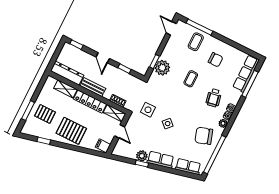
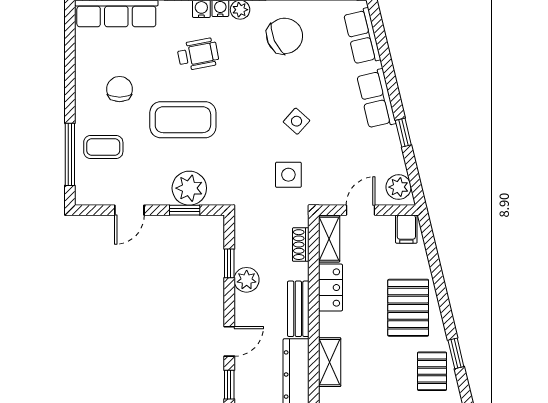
door: (171, 28) -> (129, 210), moved
door: (103, 58) -> (229, 341), moved
plant: (115, 72) -> (247, 280), added
coffee table: (191, 79) -> (183, 120), width x1.86, depth x1.72
locker: (90, 102) -> (330, 288), width x0.66
pallet: (45, 114) -> (432, 371), moved
chair: (204, 136) -> (285, 36), turned -96
plant: (142, 156) -> (399, 187), moved

